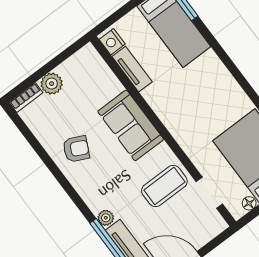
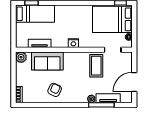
nightstand: (112, 42) -> (73, 43), moved
plant: (52, 84) -> (21, 57), moved
sofa: (131, 125) -> (47, 61), moved

